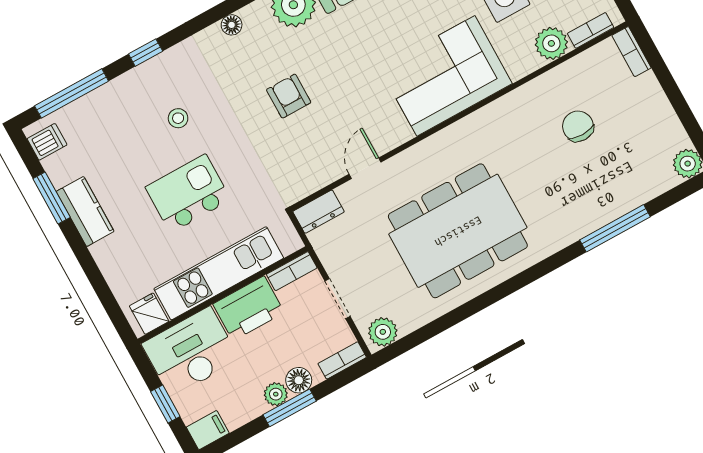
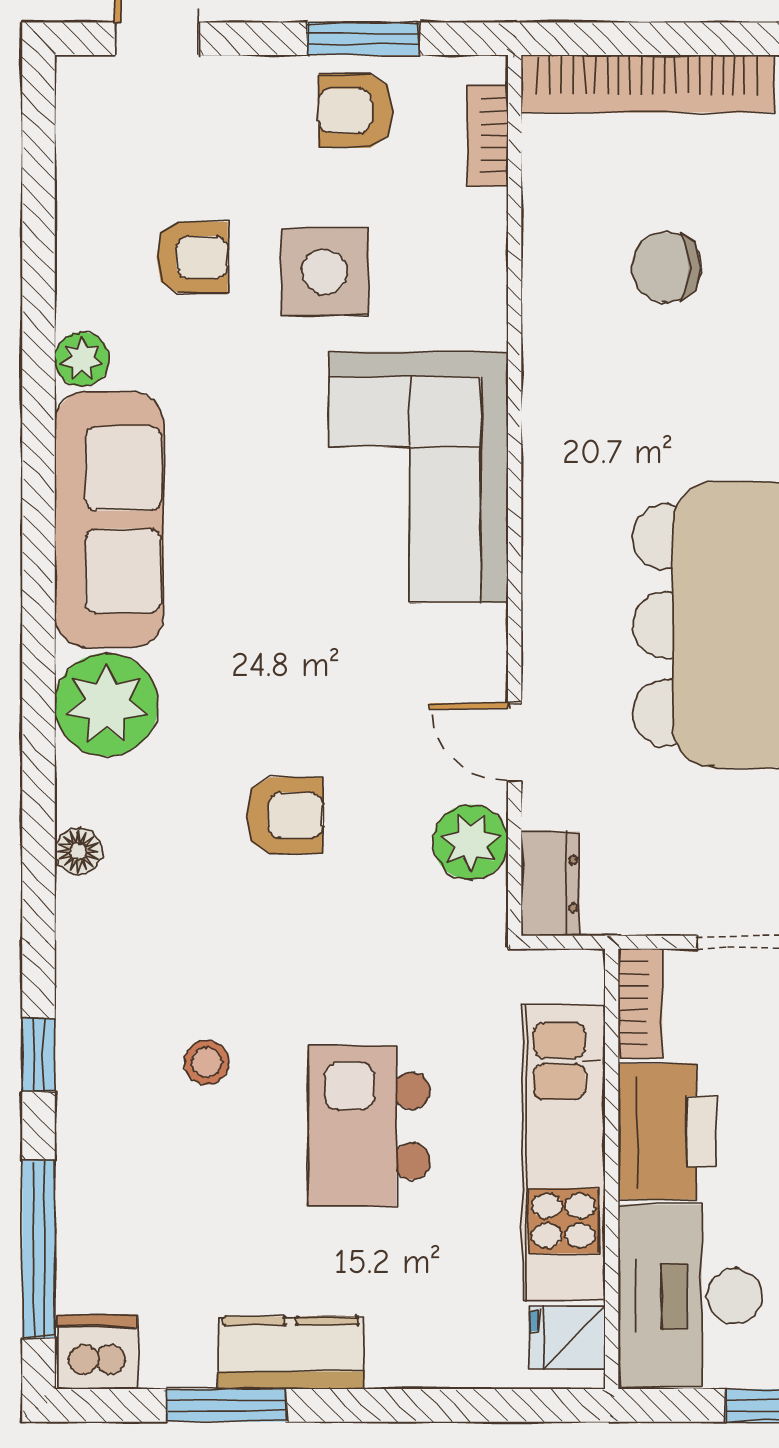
plant: (551, 43) -> (471, 842), moved
bookcase: (631, 52) -> (648, 84), width x2.31, depth x1.31
armchair: (289, 96) -> (285, 815), turned 180
dishwasher: (47, 142) -> (98, 1352), width x1.38

